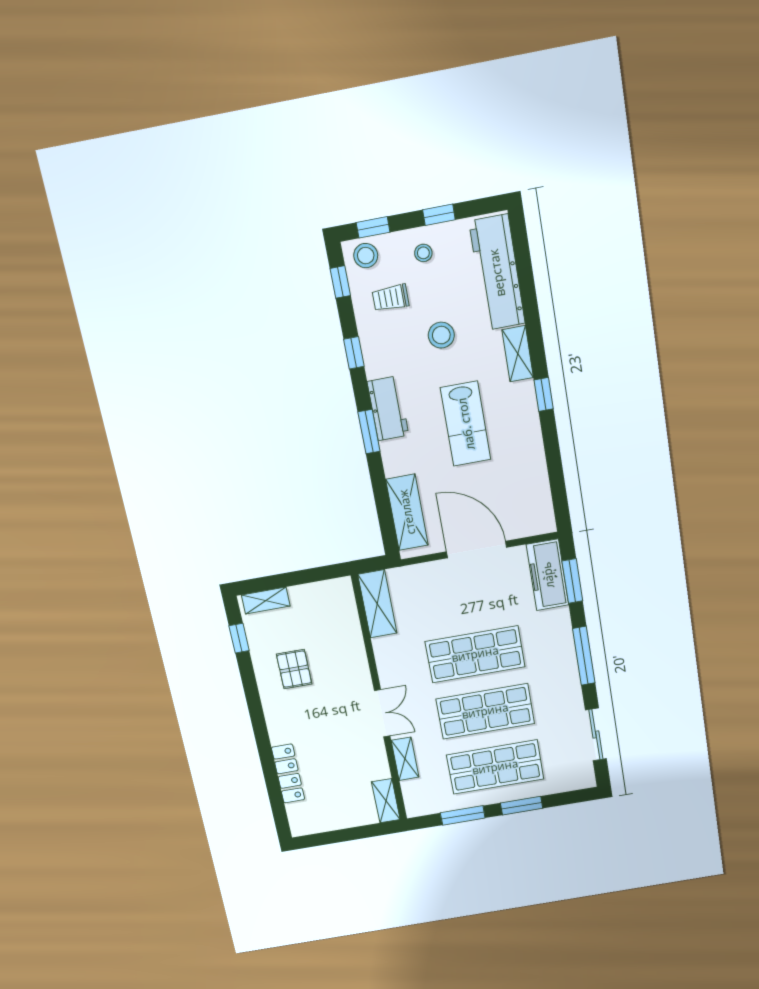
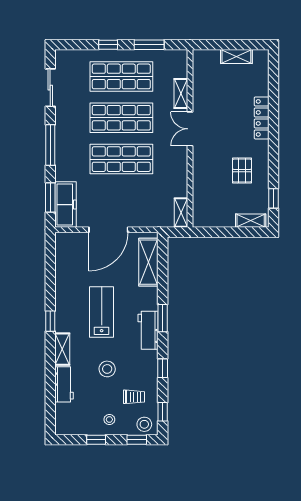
workbench: (497, 273) -> (64, 384), width x0.53, depth x0.76
door: (476, 550) -> (108, 230), hinge flipped
shelving: (377, 604) -> (181, 213), width x0.67, depth x0.75
locker: (288, 774) -> (262, 118), moved
shelving: (386, 801) -> (236, 56), moved, turned 90
window: (521, 806) -> (108, 45), width x0.67

